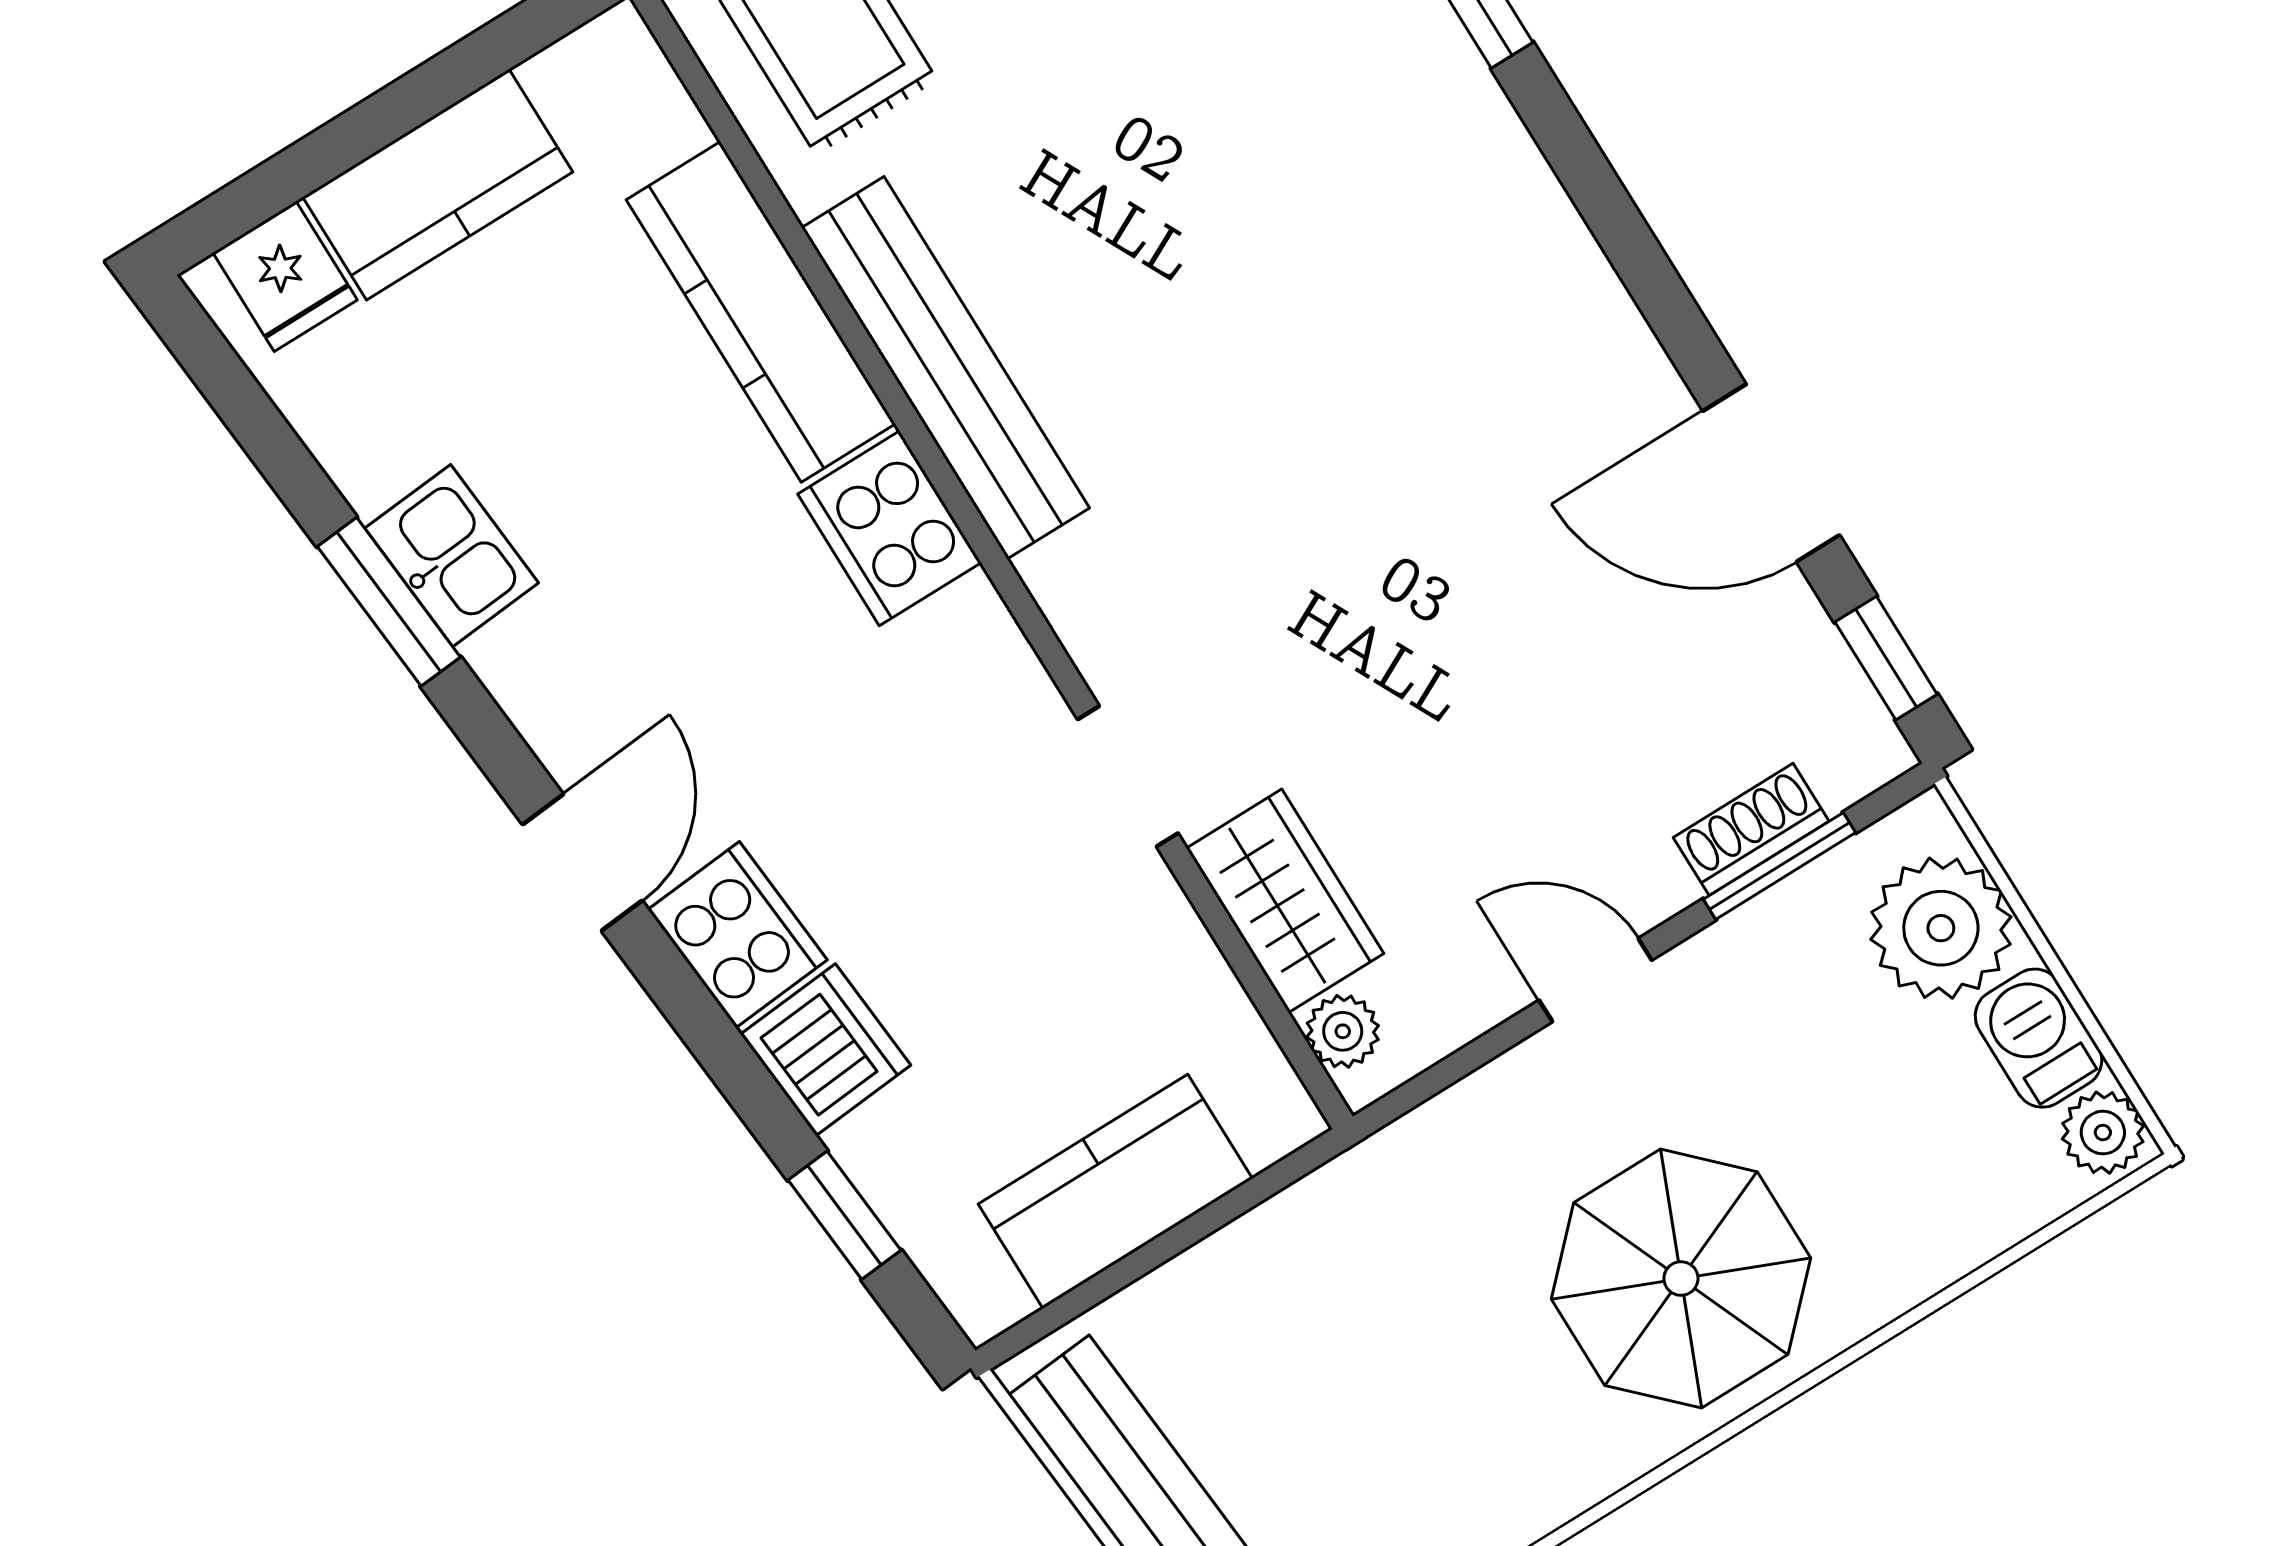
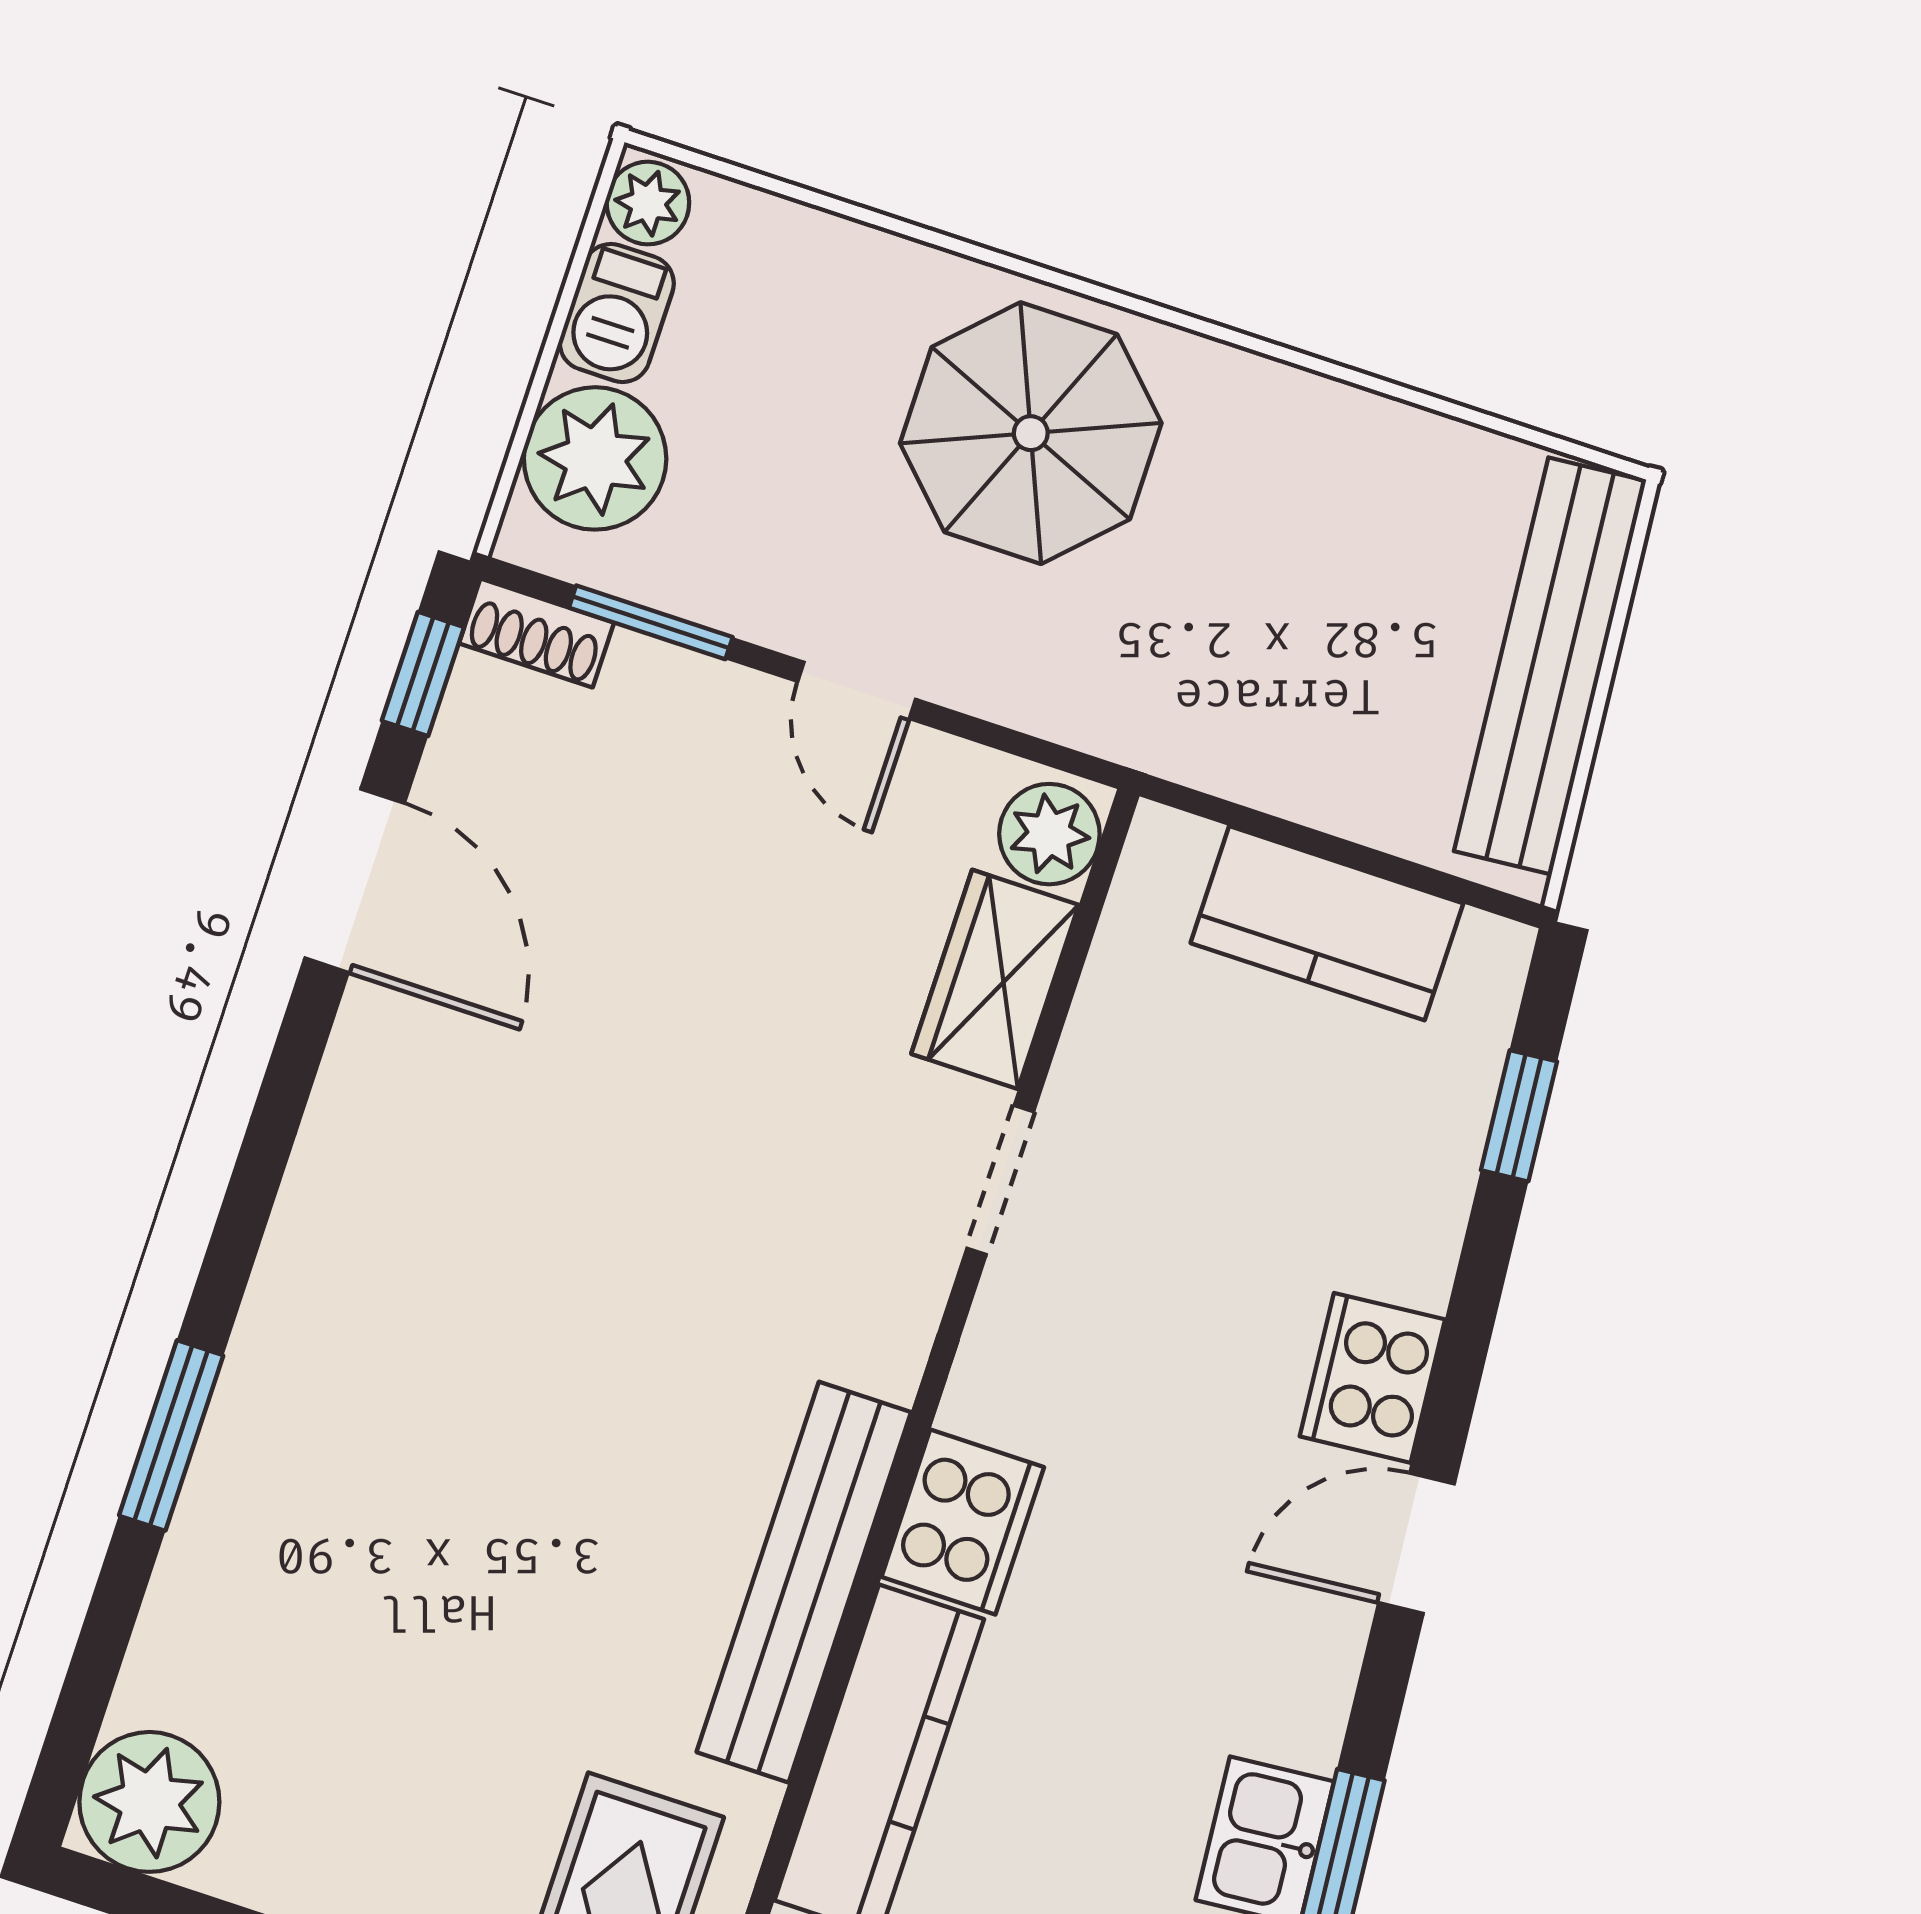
shoe rack: (1751, 829) -> (537, 633), moved
plant: (1343, 1031) -> (1049, 834), width x1.38, depth x1.38
dishwasher: (826, 1050) -> (1404, 1236), removed

